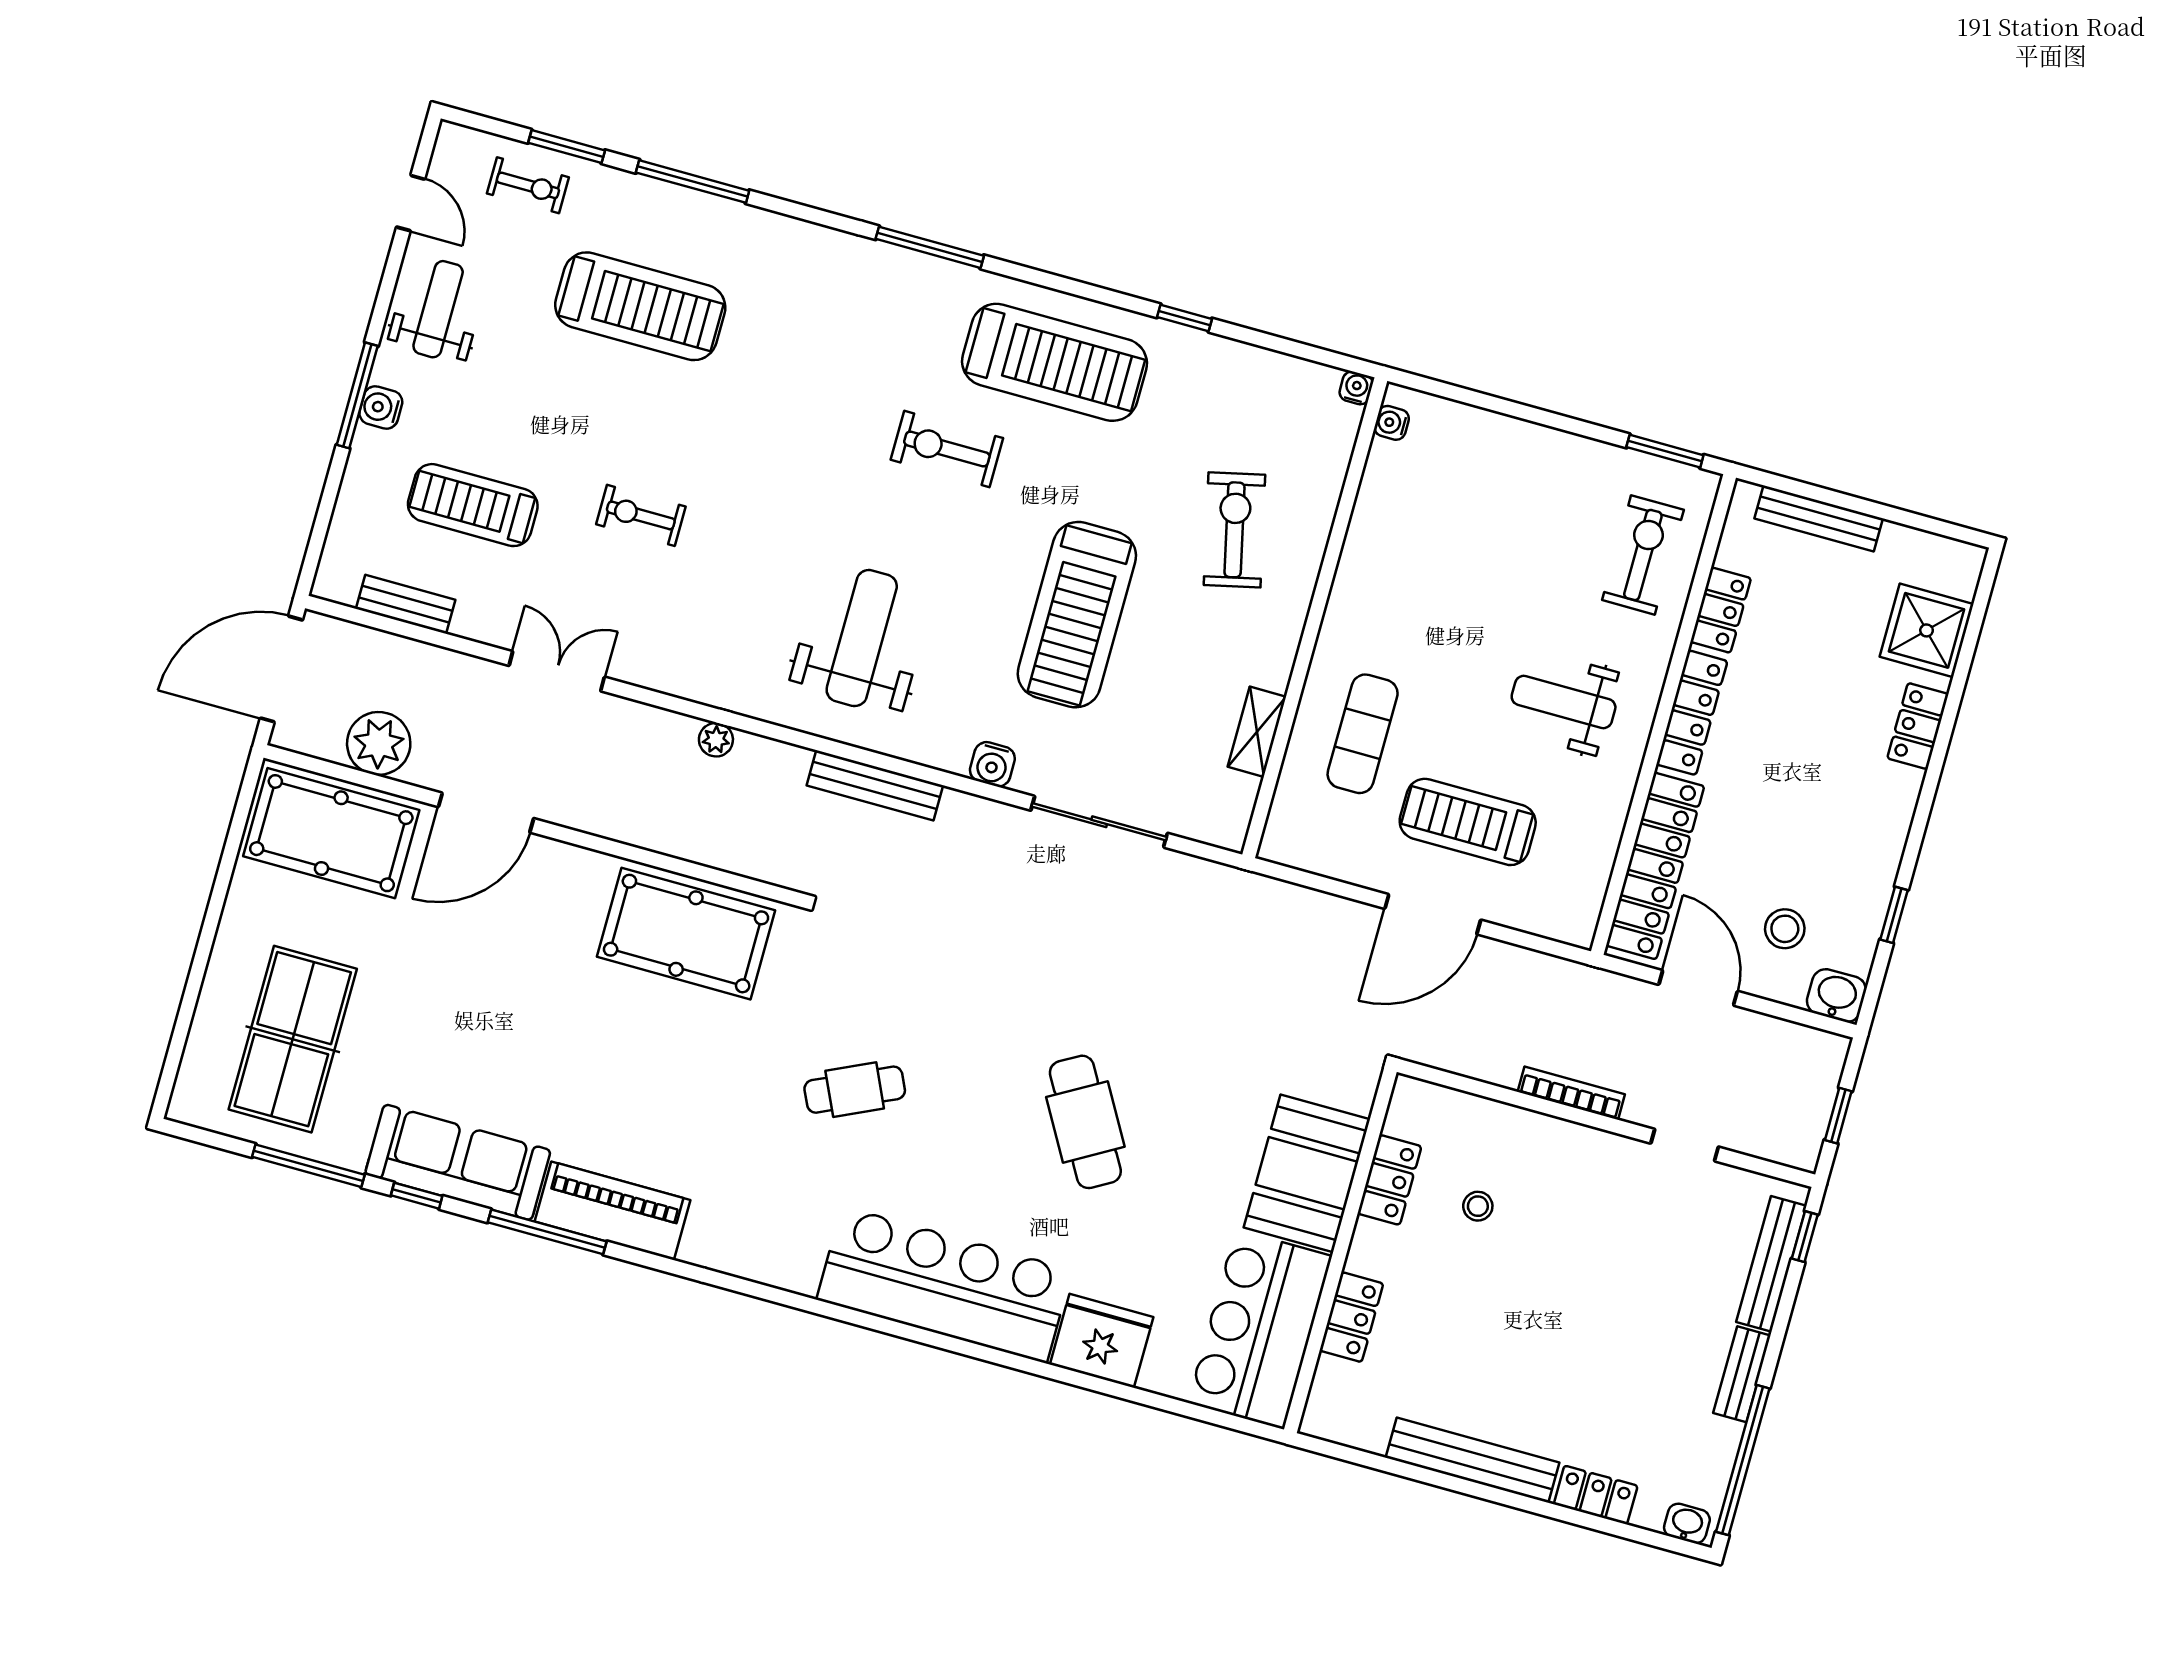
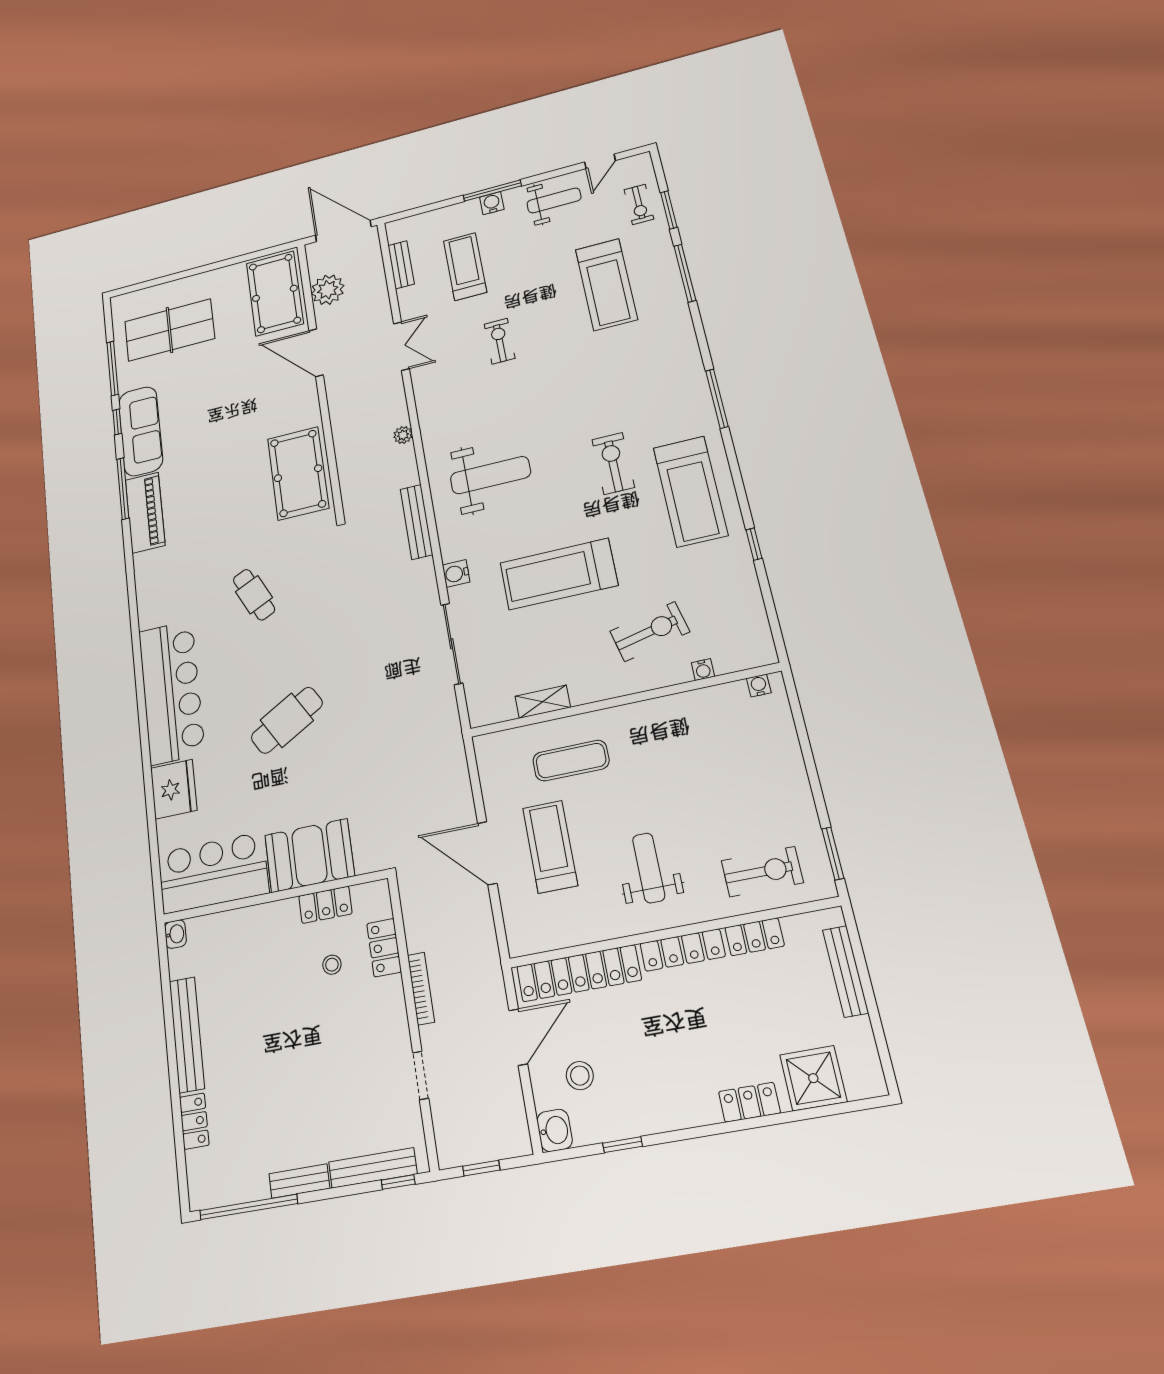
water cooler: (1356, 388) -> (703, 670), moved, turned 90
locker: (1351, 1317) -> (384, 948), moved, turned 90
washbasin: (1687, 1523) -> (175, 934), moved

